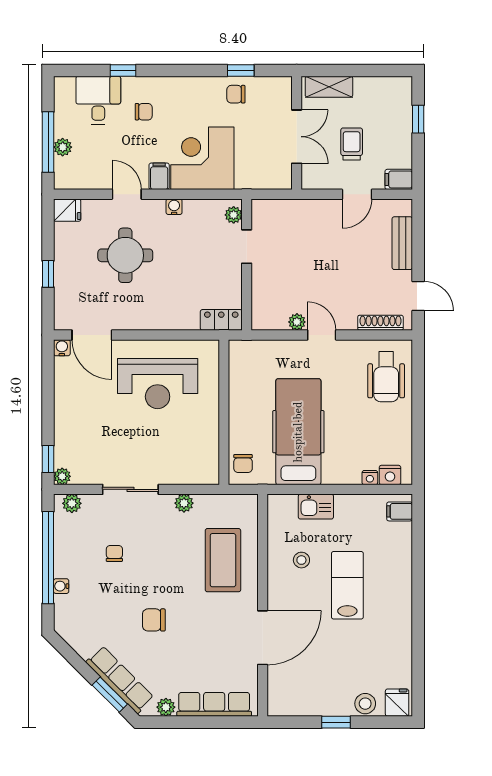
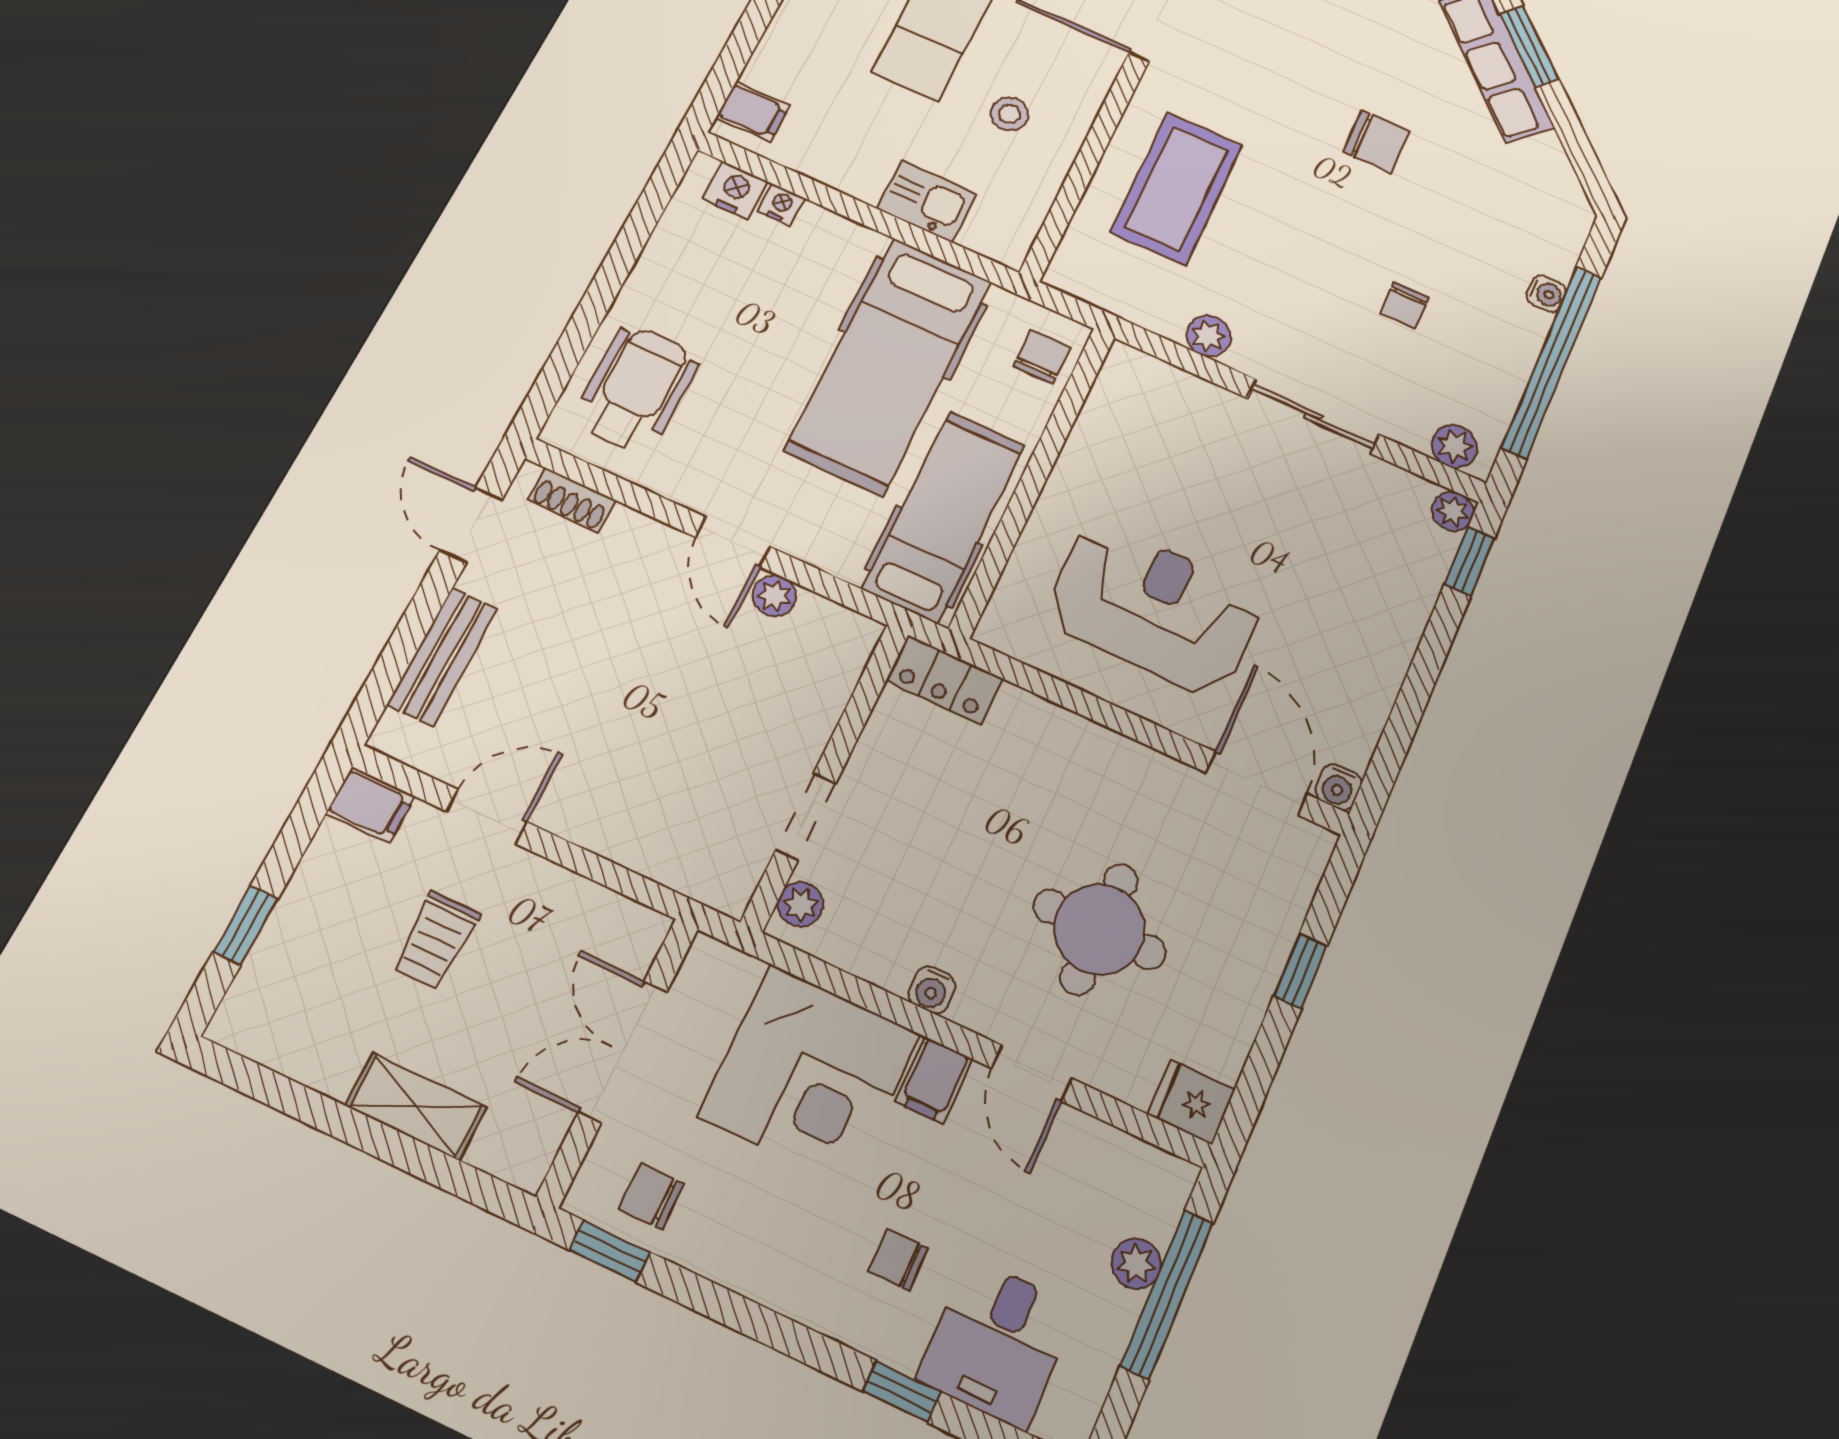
chair: (236, 94) -> (651, 1196), turned 180
wall: (297, 133) -> (618, 1061), moved
double door: (297, 137) -> (623, 1052), moved
shoe rack: (380, 323) -> (572, 500), width x0.70
hospital bed: (250, 382) -> (944, 517), added

